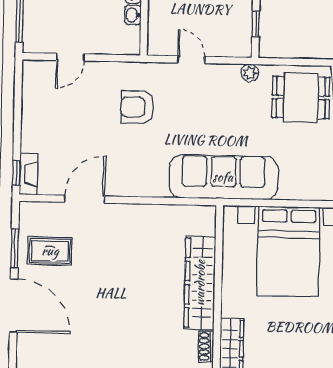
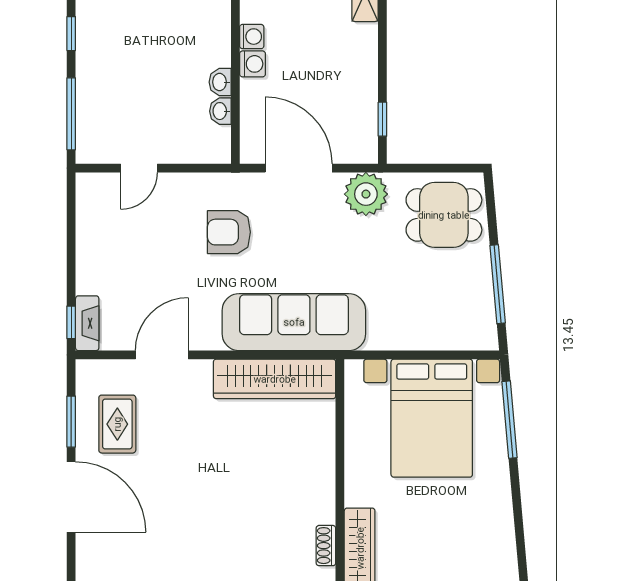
door: (191, 60) -> (299, 168), width x1.87
plant: (250, 73) -> (366, 194), width x1.87, depth x1.87
sofa: (223, 177) -> (294, 322), moved
rug: (50, 251) -> (117, 424), turned 90
wardrobe: (200, 283) -> (275, 379), moved, turned -90

